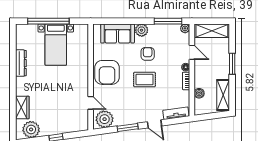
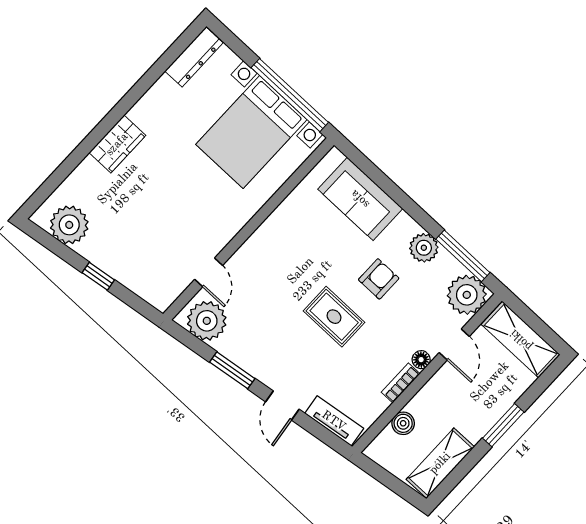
window: (48, 21) -> (290, 95), moved
plant: (185, 28) -> (467, 295), width x1.87, depth x1.87
plant: (142, 30) -> (424, 248), moved
bed with nightstands: (56, 45) -> (251, 132), width x1.36
dresser: (21, 63) -> (194, 57), moved
armchair: (107, 72) -> (283, 247), removed
wardrobe: (22, 107) -> (117, 144), moved

